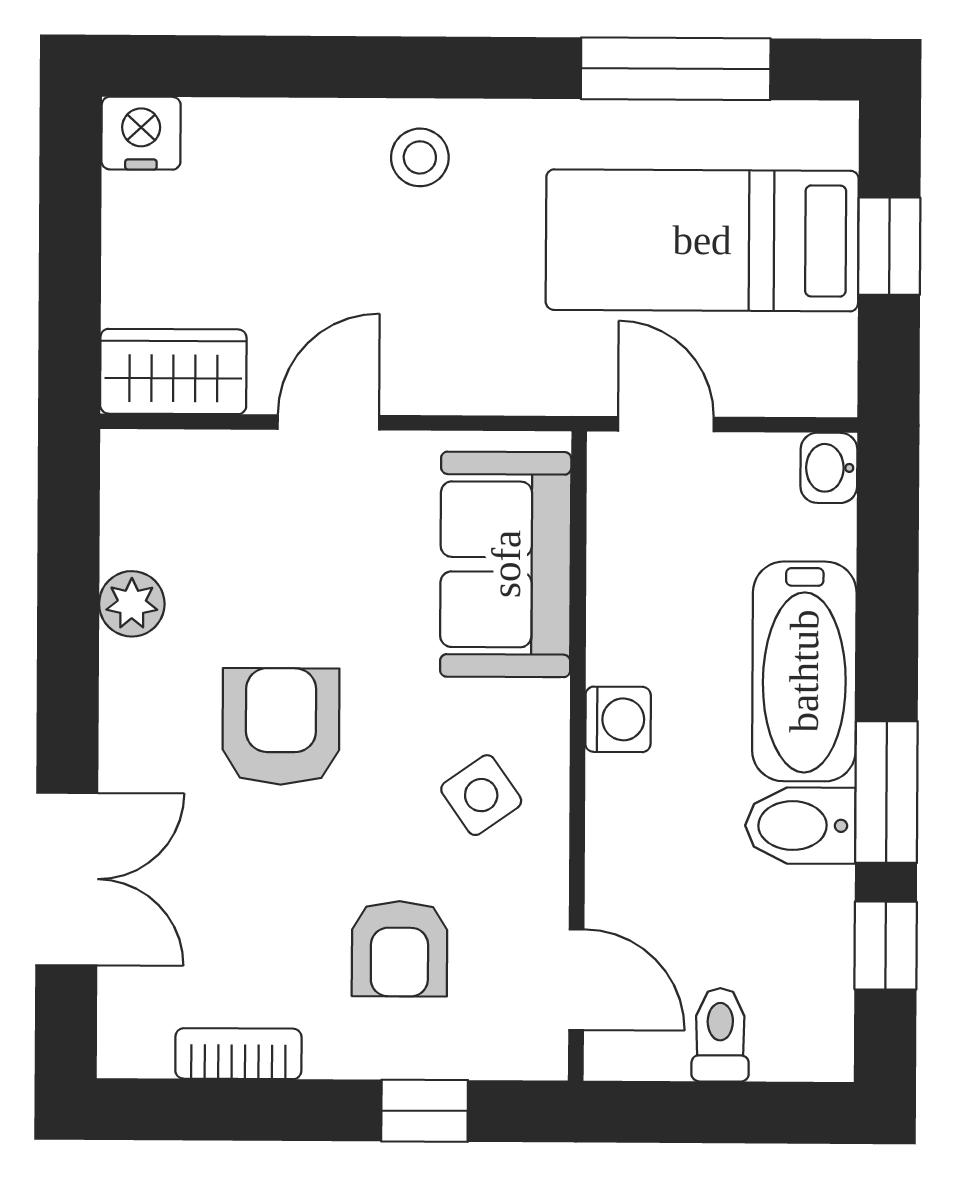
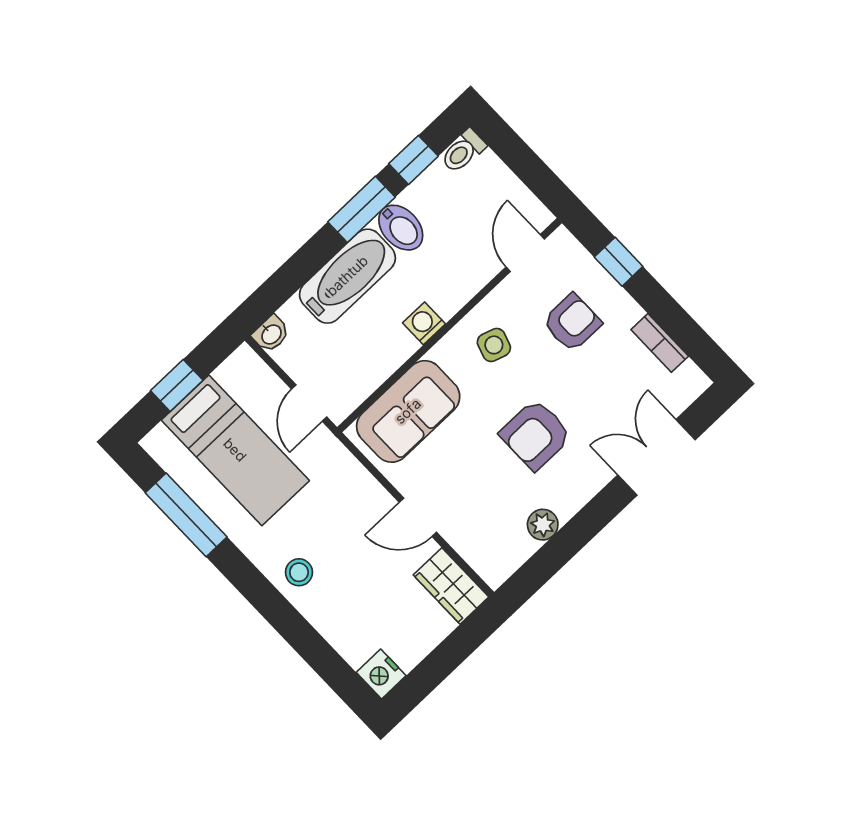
side table: (481, 795) -> (494, 345), turned -37
toilet: (720, 1035) -> (463, 151), moved

